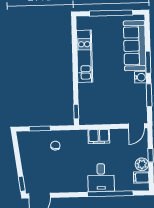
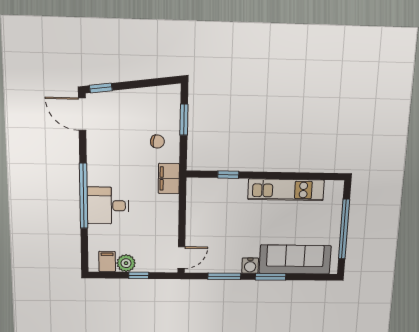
window: (76, 112) -> (228, 175), moved
door: (136, 126) -> (181, 258), swing flipped
filing cabinet: (99, 136) -> (169, 179), moved
window: (110, 194) -> (84, 196), moved

